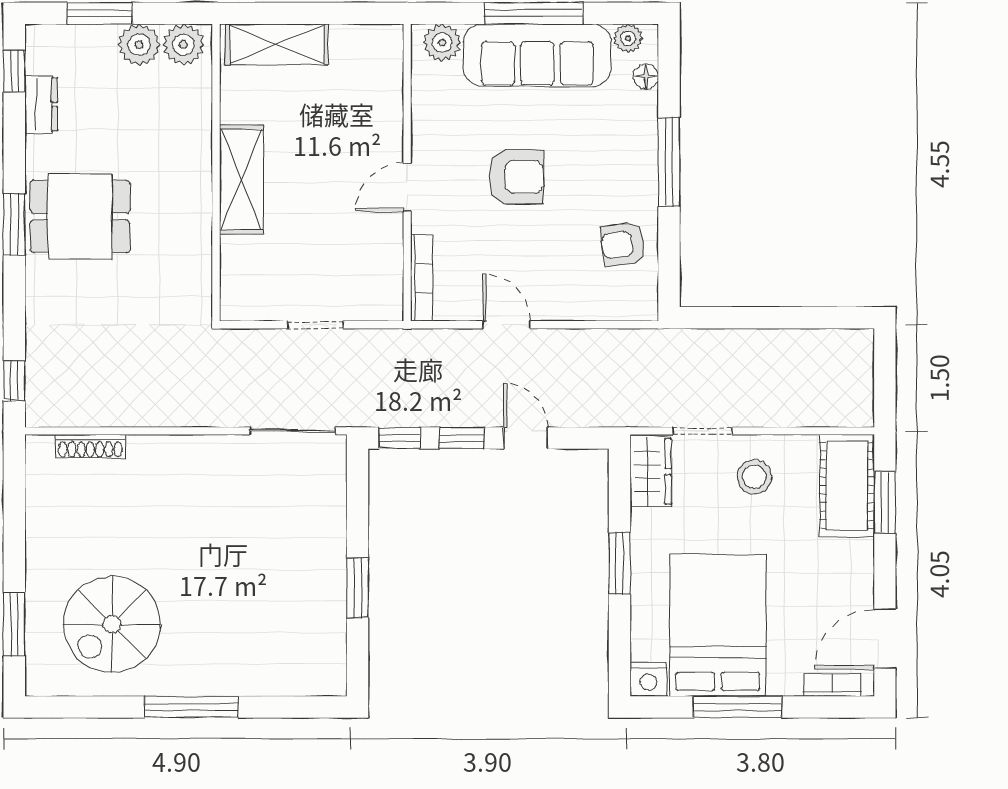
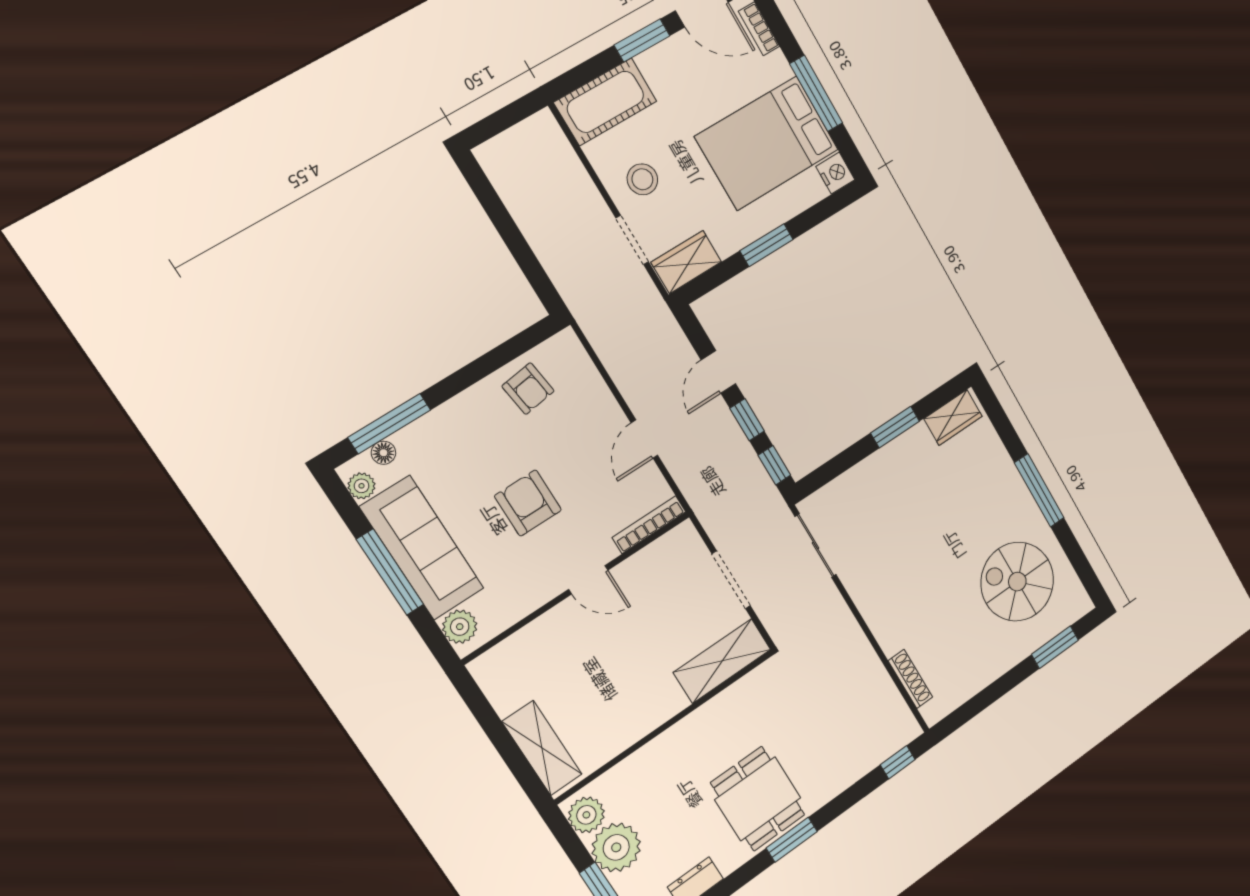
plant: (139, 45) -> (616, 847), width x1.36, depth x1.36
window: (669, 162) -> (389, 424), moved
shelving: (241, 180) -> (722, 661), moved
doorway: (315, 325) -> (731, 580), width x1.38
window: (885, 502) -> (642, 40), moved
spiral stairs: (112, 624) -> (1017, 582), turned 180
wardrobe: (328, 657) -> (953, 417), added

